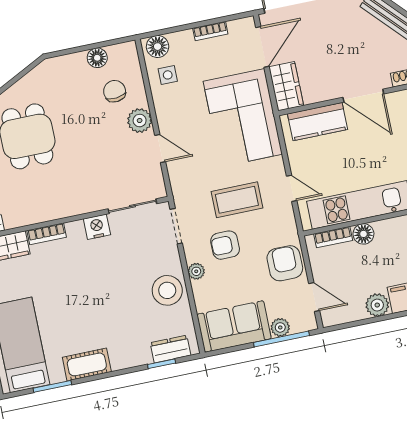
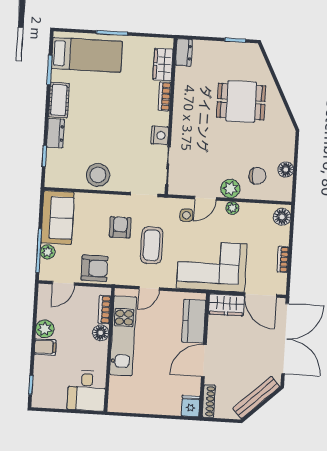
side table: (168, 75) -> (186, 215), moved
plant: (196, 271) -> (232, 208), moved
dresser: (170, 349) -> (56, 133), moved

